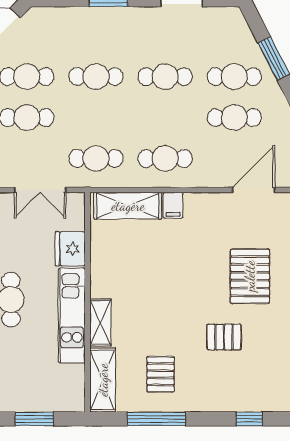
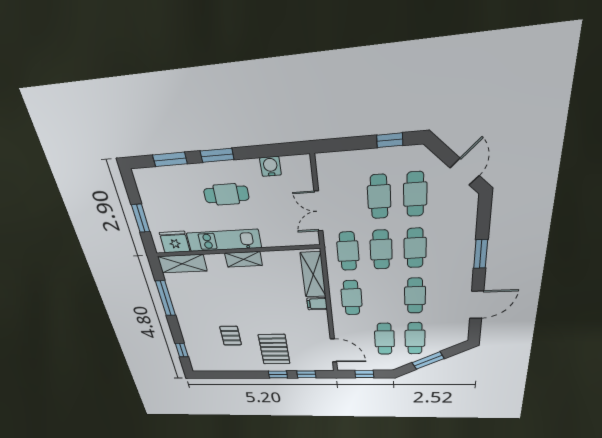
cafe table: (96, 118) -> (381, 250), added
fridge: (70, 249) -> (175, 242), moved
pallet: (250, 276) -> (274, 349), turned 90
shelving: (100, 322) -> (244, 259), moved
pallet: (161, 374) -> (196, 300), removed

